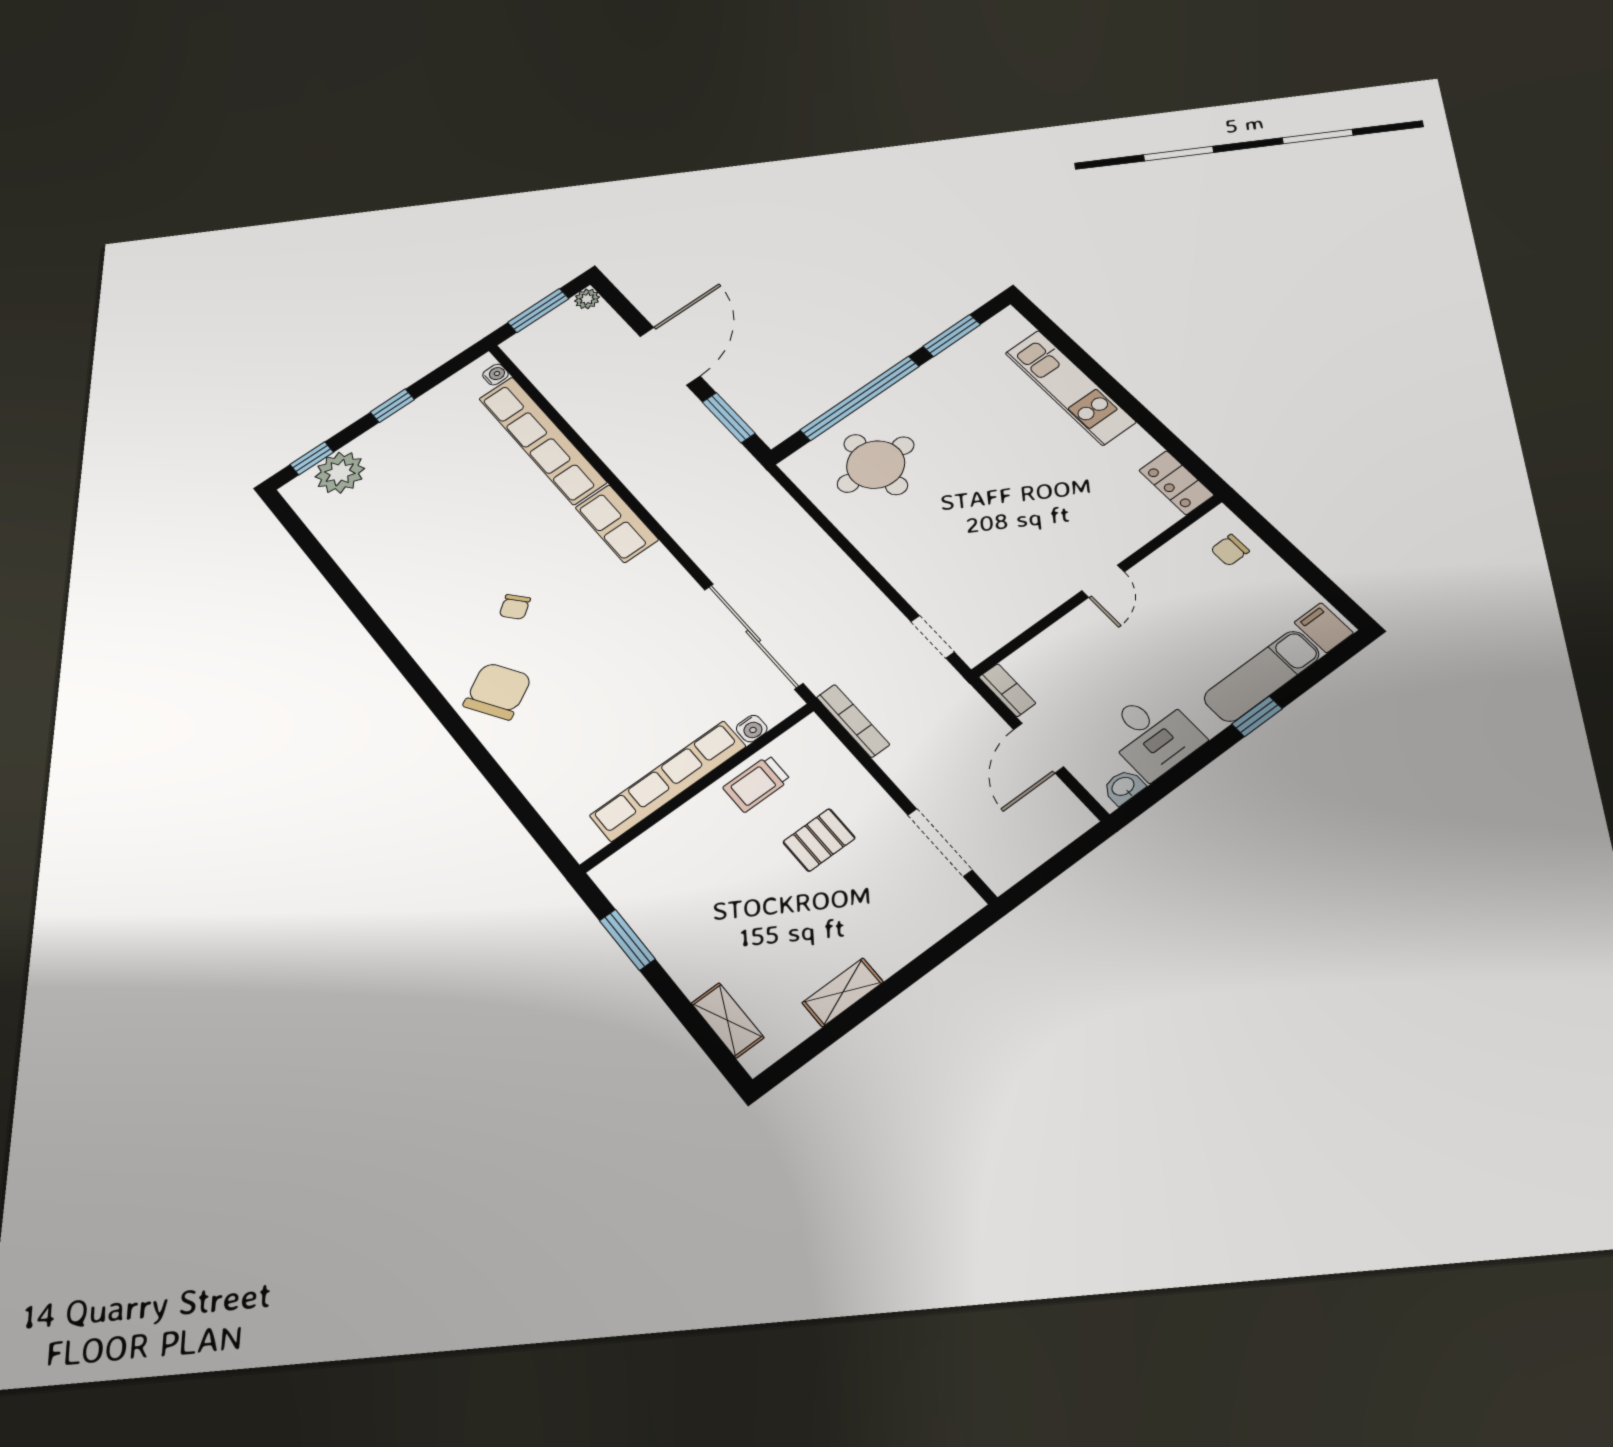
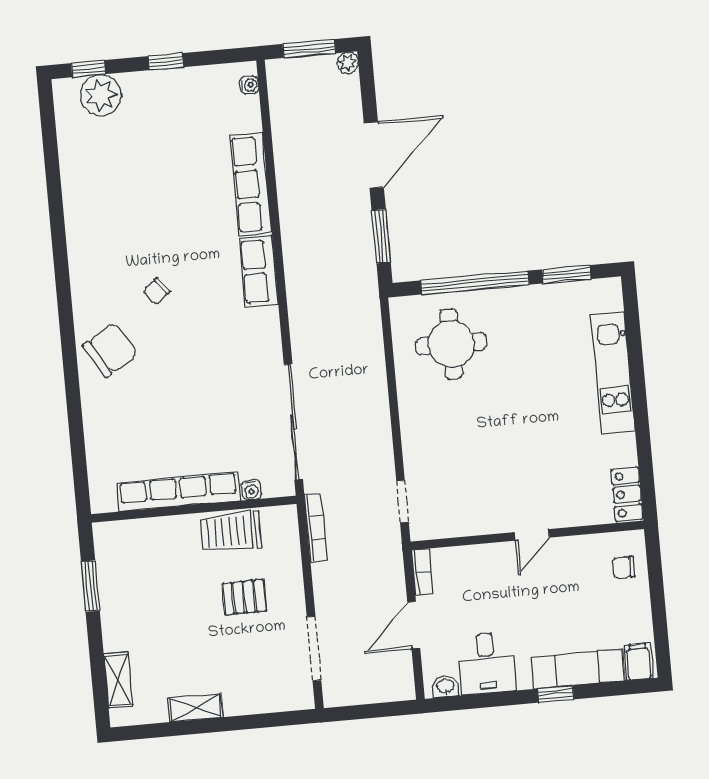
row of seats: (542, 440) -> (251, 184), width x0.73
trolley: (757, 784) -> (231, 532), width x1.36, depth x1.39

